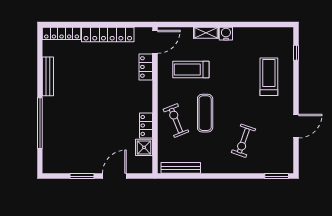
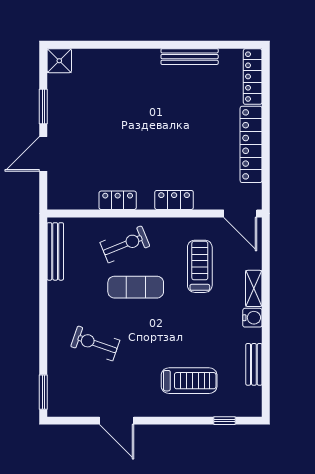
bench: (258, 33) -> (254, 364), added
locker: (146, 67) -> (174, 200), moved
window: (40, 123) -> (121, 45), removed
shower: (144, 147) -> (59, 61), moved
door: (114, 176) -> (43, 154), swing flipped

